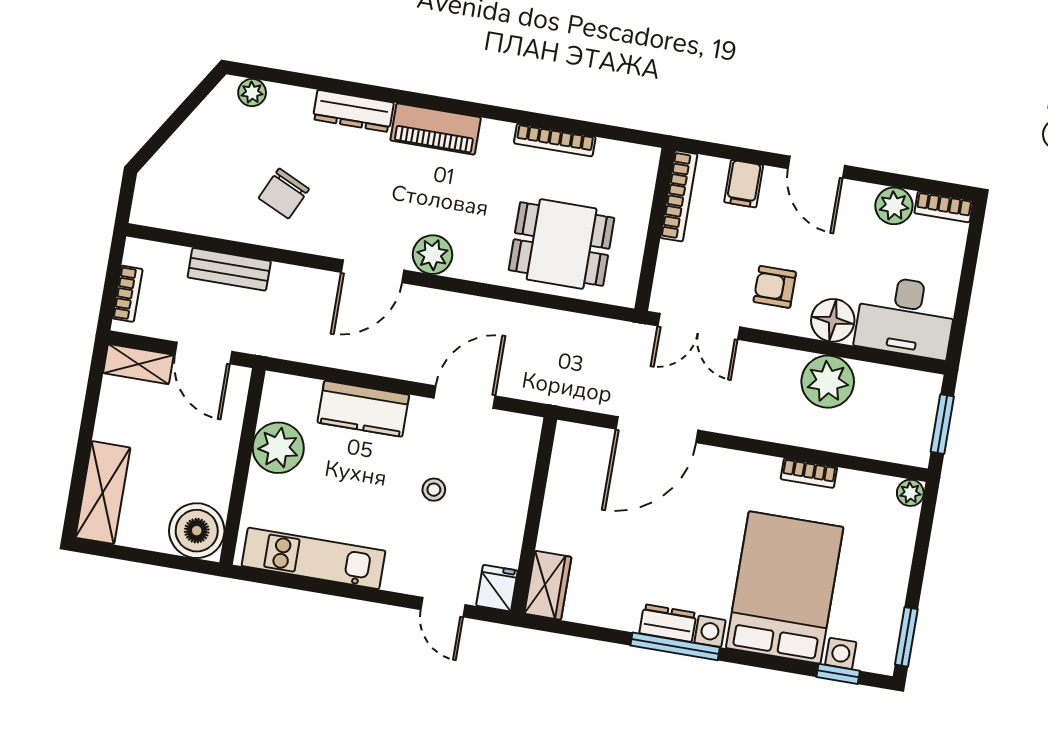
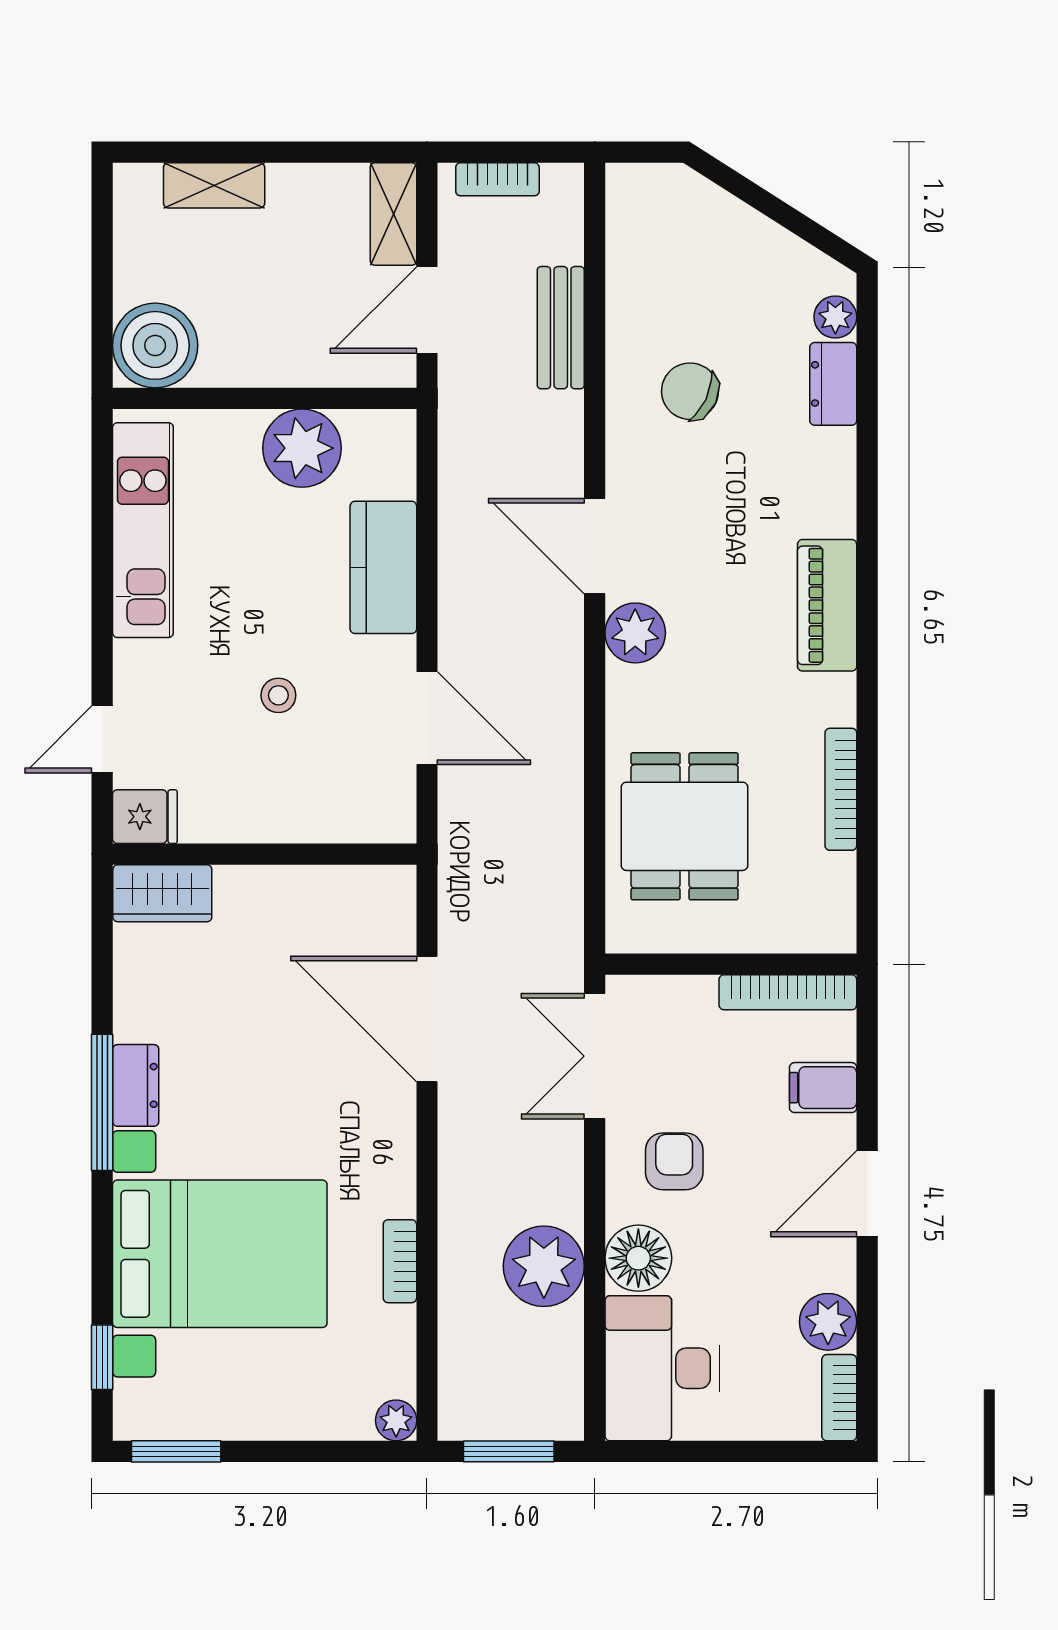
dresser: (353, 111) -> (833, 384), moved, width x0.70
shelving: (103, 493) -> (214, 185), width x0.67, depth x0.75

